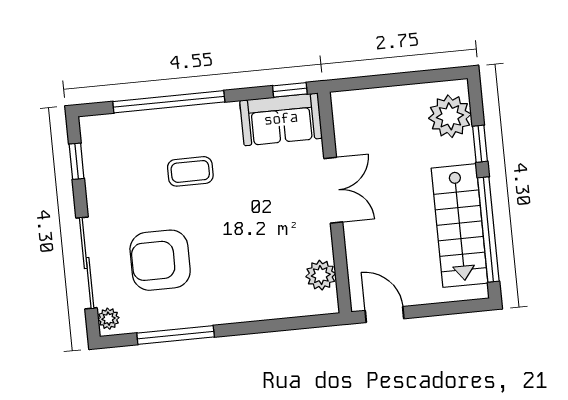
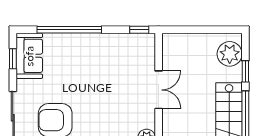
sofa: (281, 119) -> (29, 56), moved, turned -90
coffee table: (190, 171) -> (78, 71), removed

